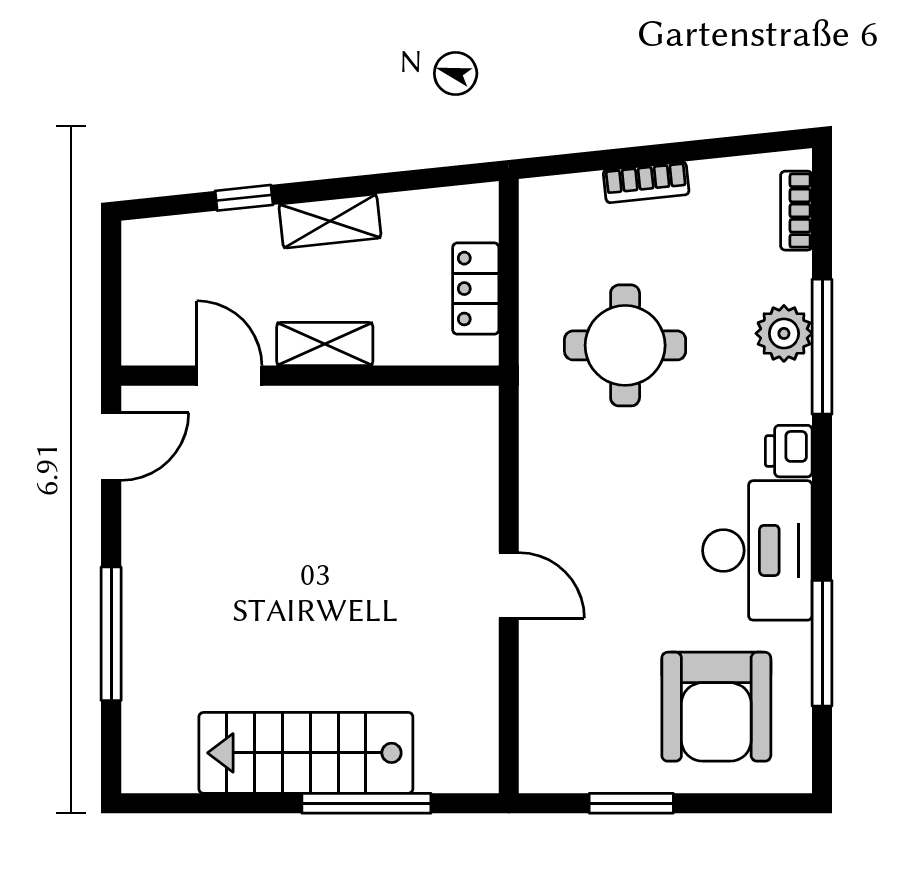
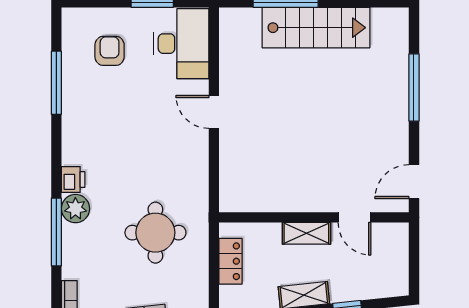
plant: (784, 333) -> (75, 209), moved
desk: (757, 550) -> (181, 44), moved, turned 180
armchair: (716, 707) -> (110, 51), width x0.53, depth x0.53

